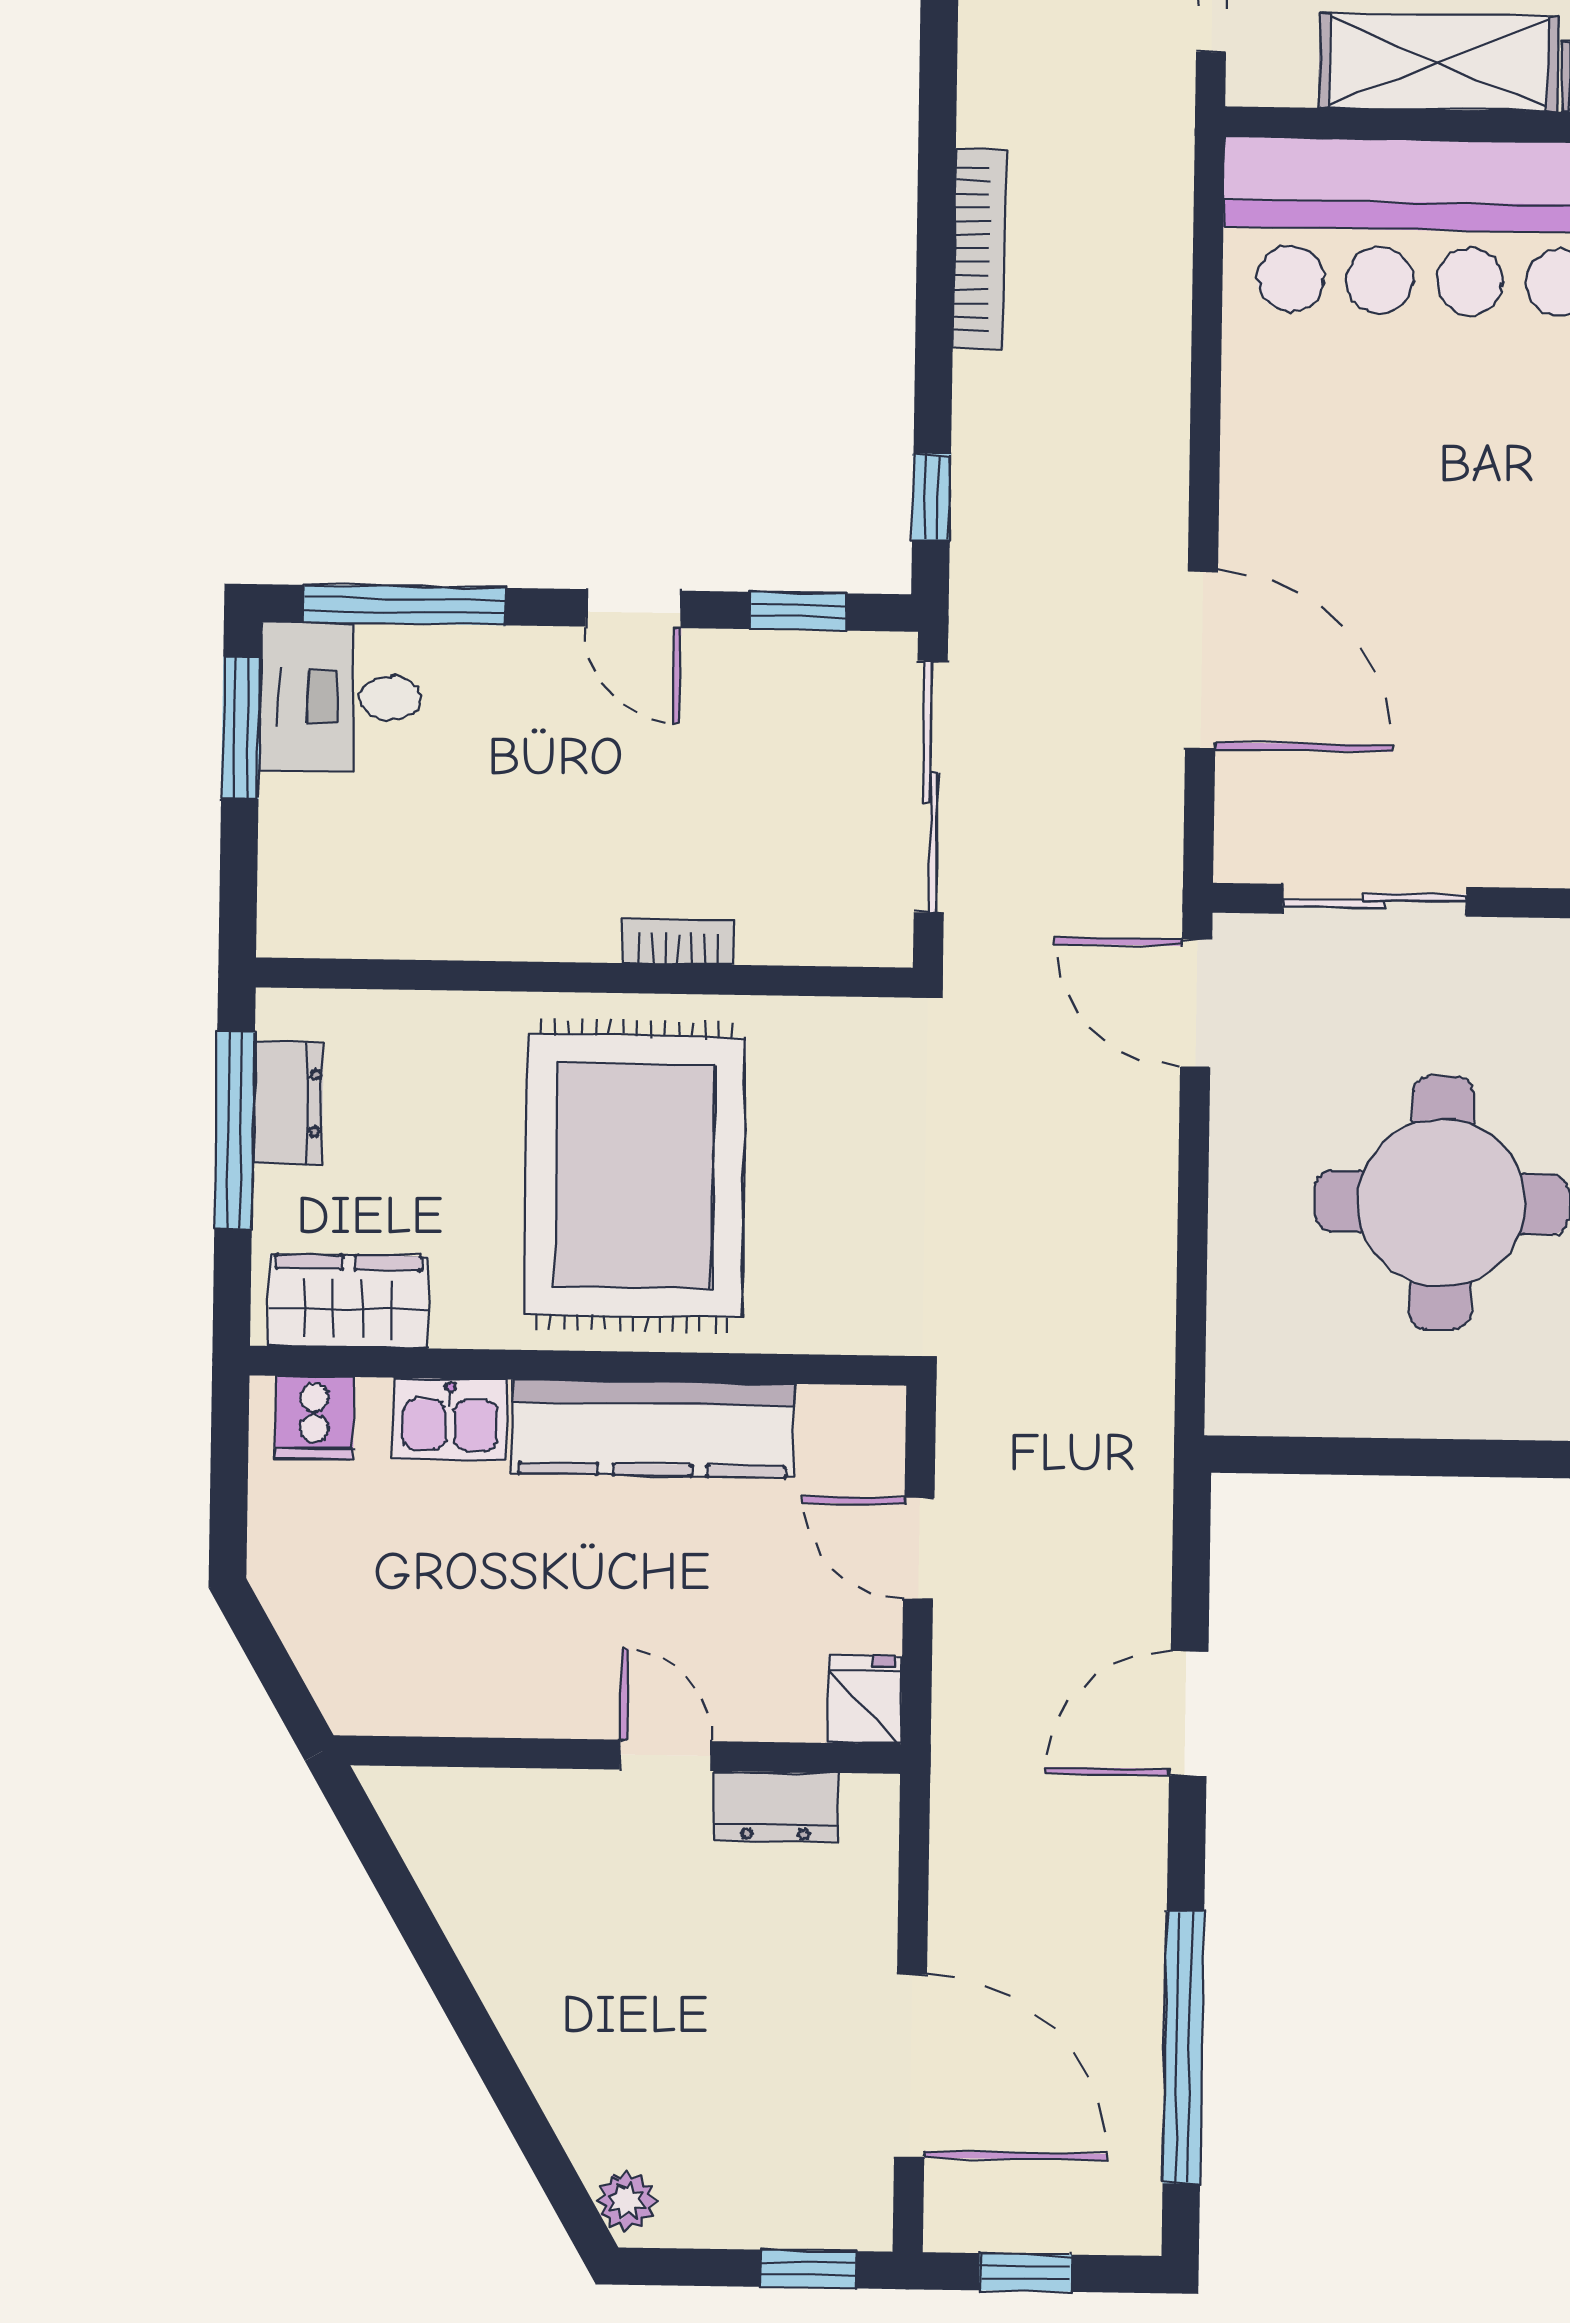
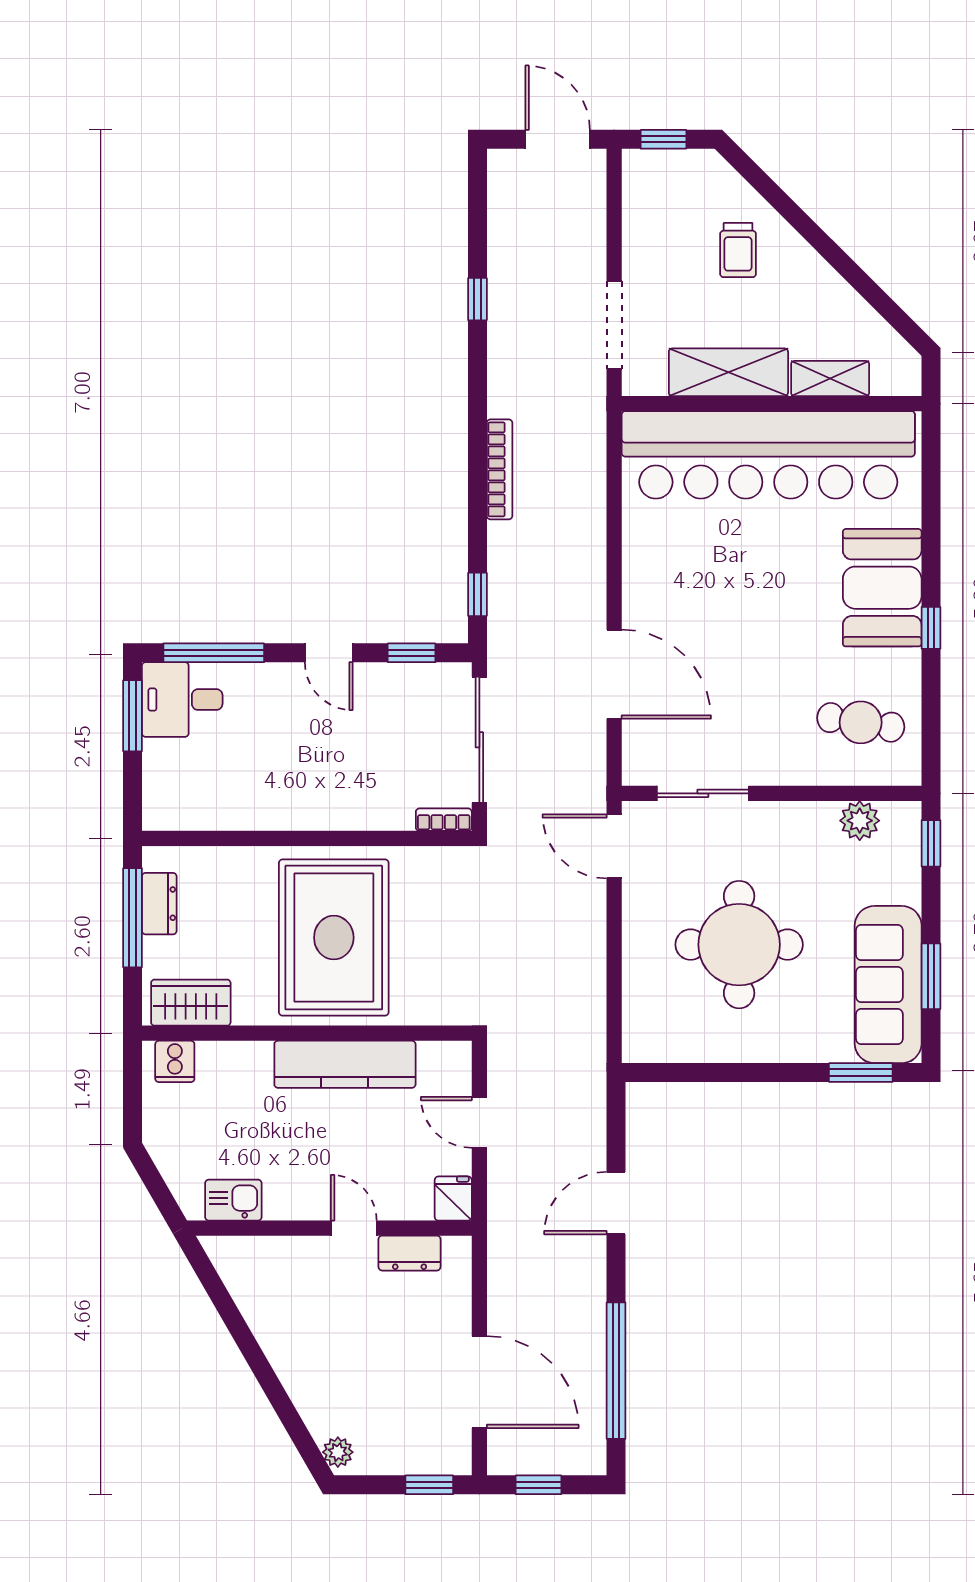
bookcase: (678, 942) -> (444, 820), moved
kitchen sink: (450, 1419) -> (233, 1200), moved, turned 180

